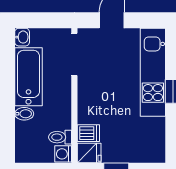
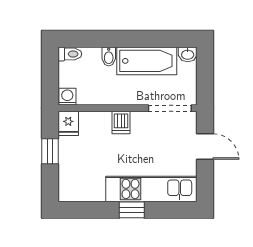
dishwasher: (88, 133) -> (121, 123), moved
toilet: (60, 137) -> (70, 54), moved, turned 90

